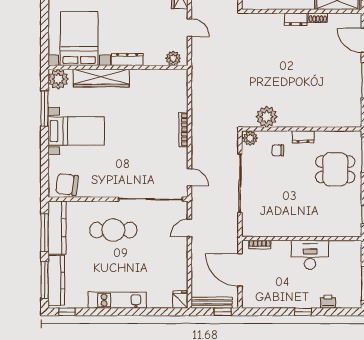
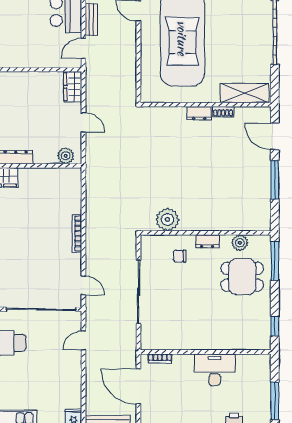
plant: (250, 138) -> (240, 243), moved

